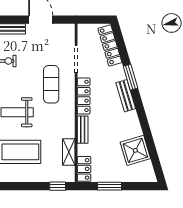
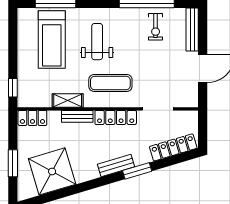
exercise mat: (51, 84) -> (110, 83), moved
shower: (135, 150) -> (52, 171), width x1.37, depth x1.37
shelving: (69, 152) -> (68, 100), moved
window: (109, 186) -> (13, 163), moved

